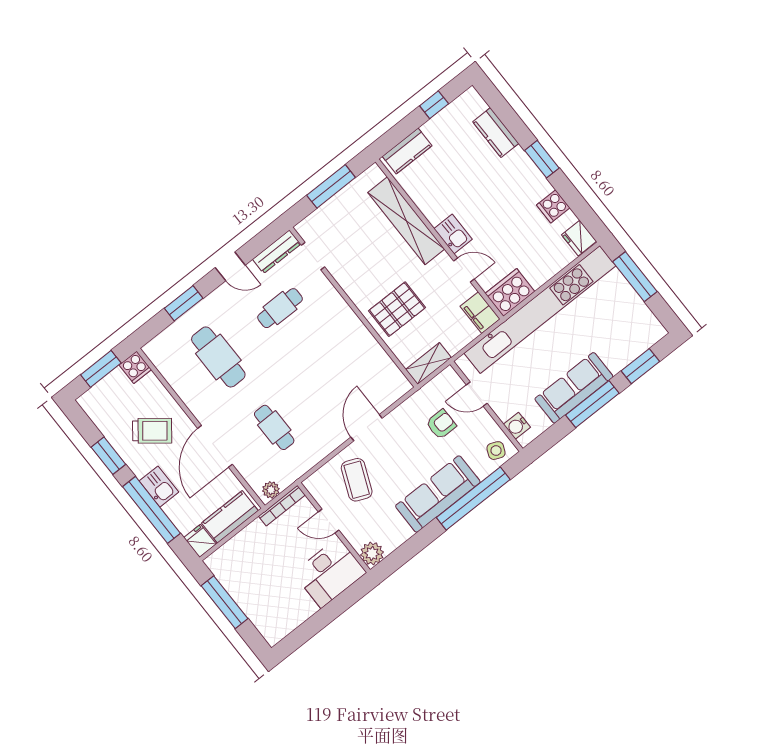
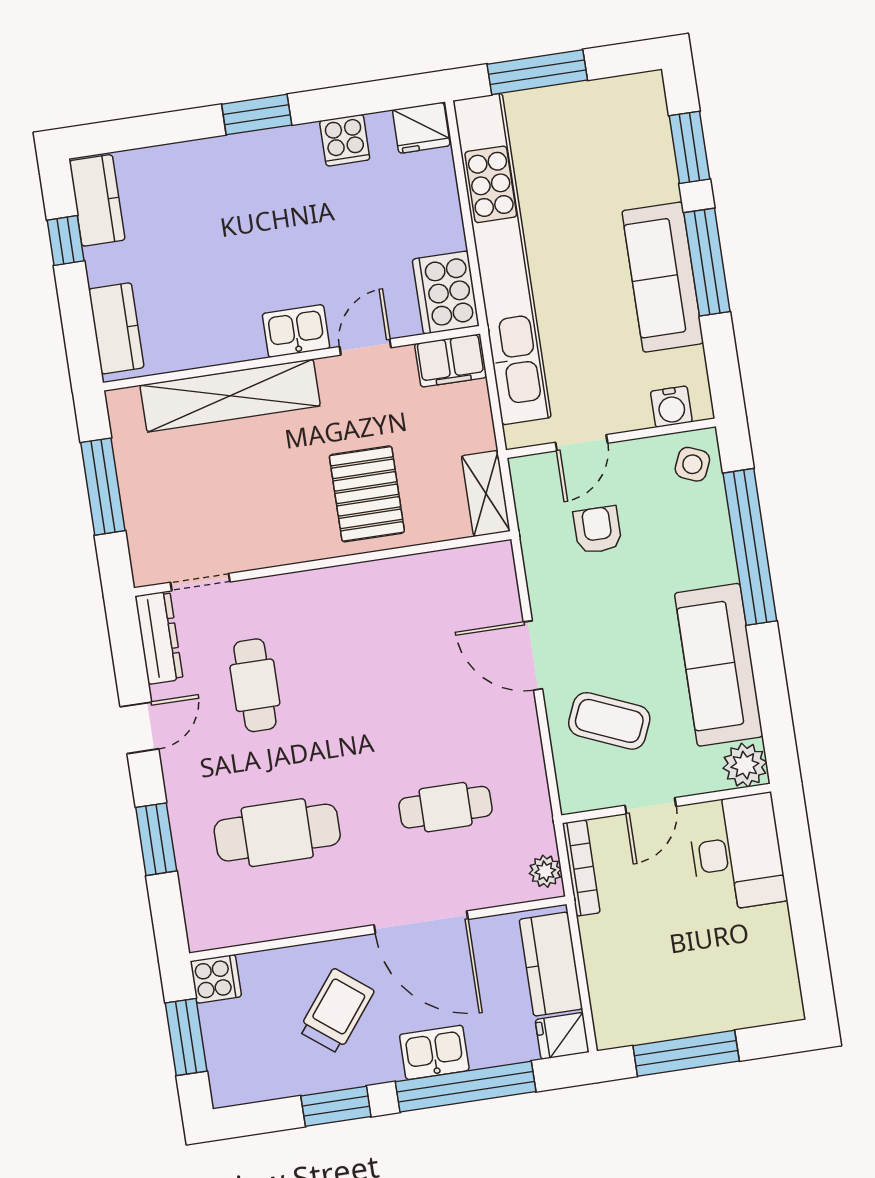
kitchen counter: (496, 133) -> (97, 200), moved, turned -90
sofa: (438, 494) -> (719, 665), moved

